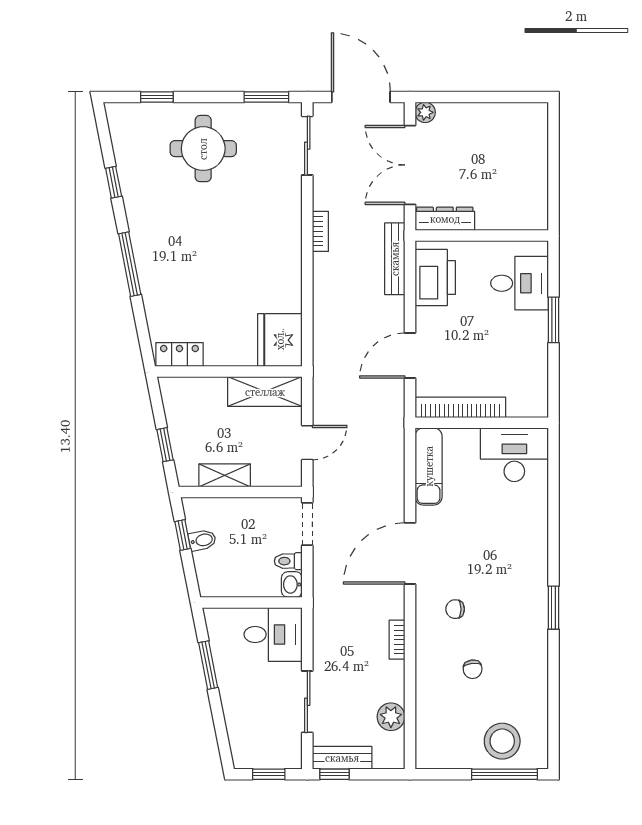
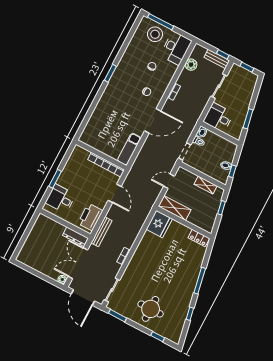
double door: (410, 165) -> (78, 263), swing flipped
door: (410, 356) -> (115, 193), hinge flipped
desk: (514, 455) -> (176, 48), moved, turned -90

